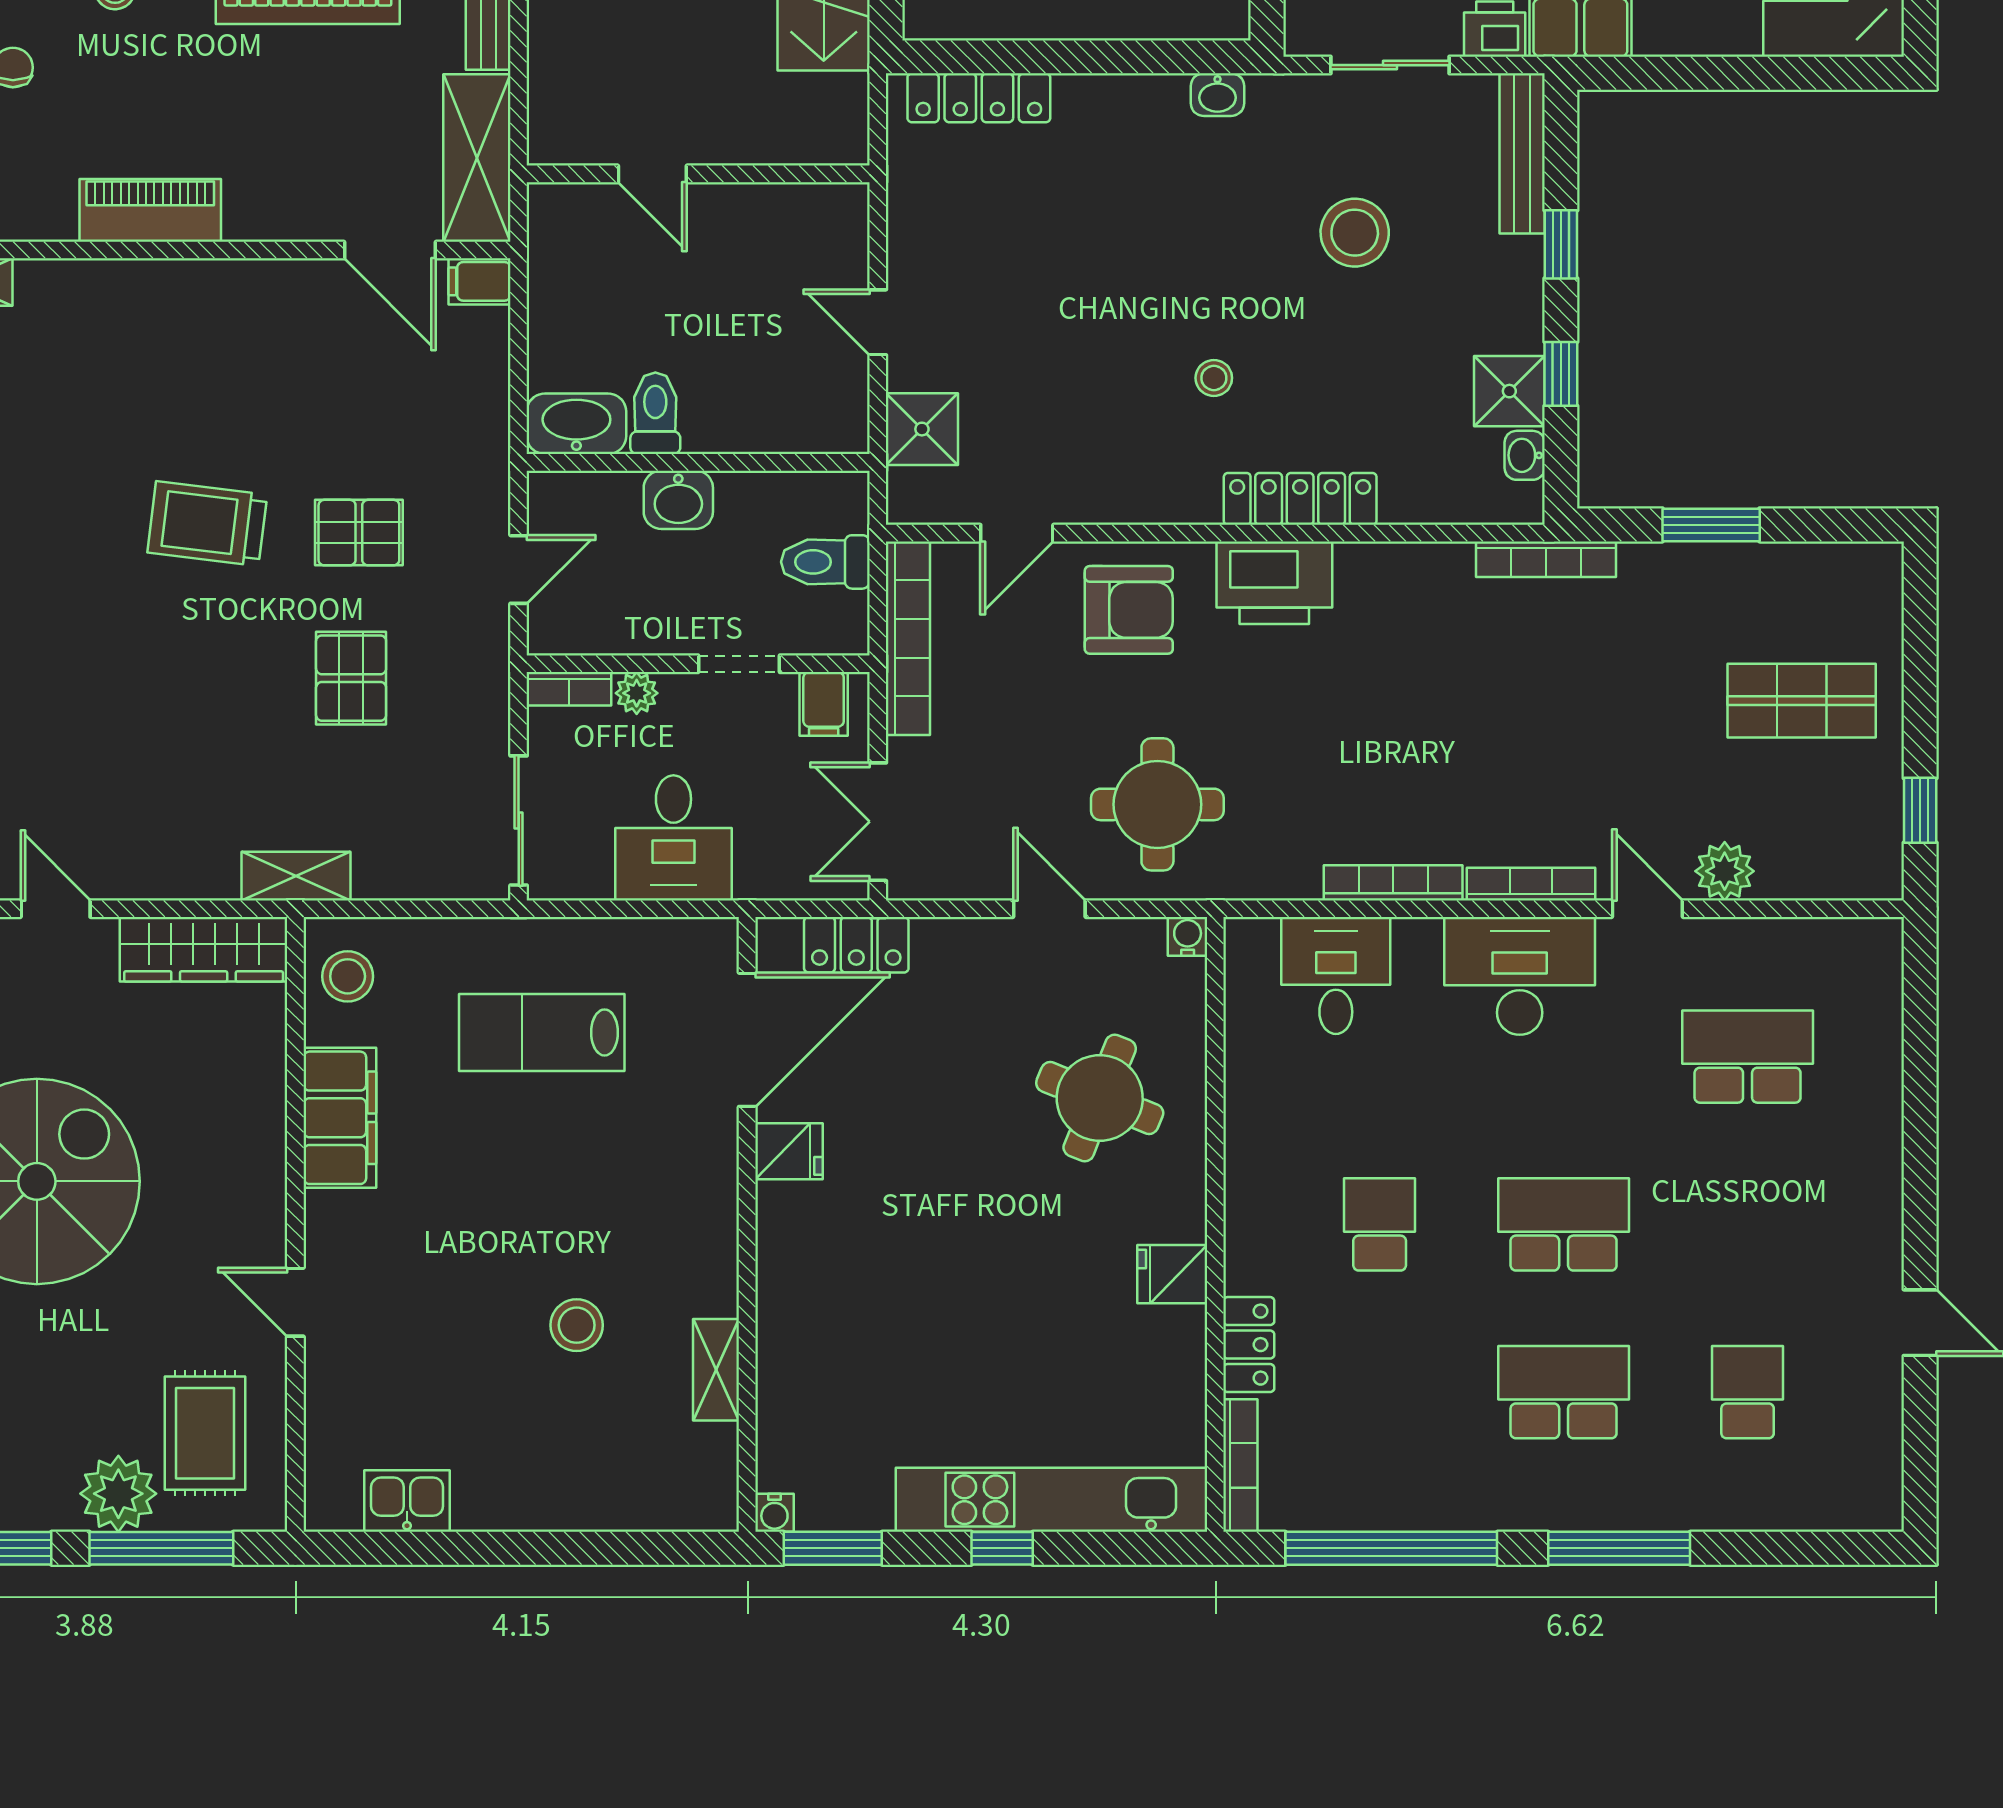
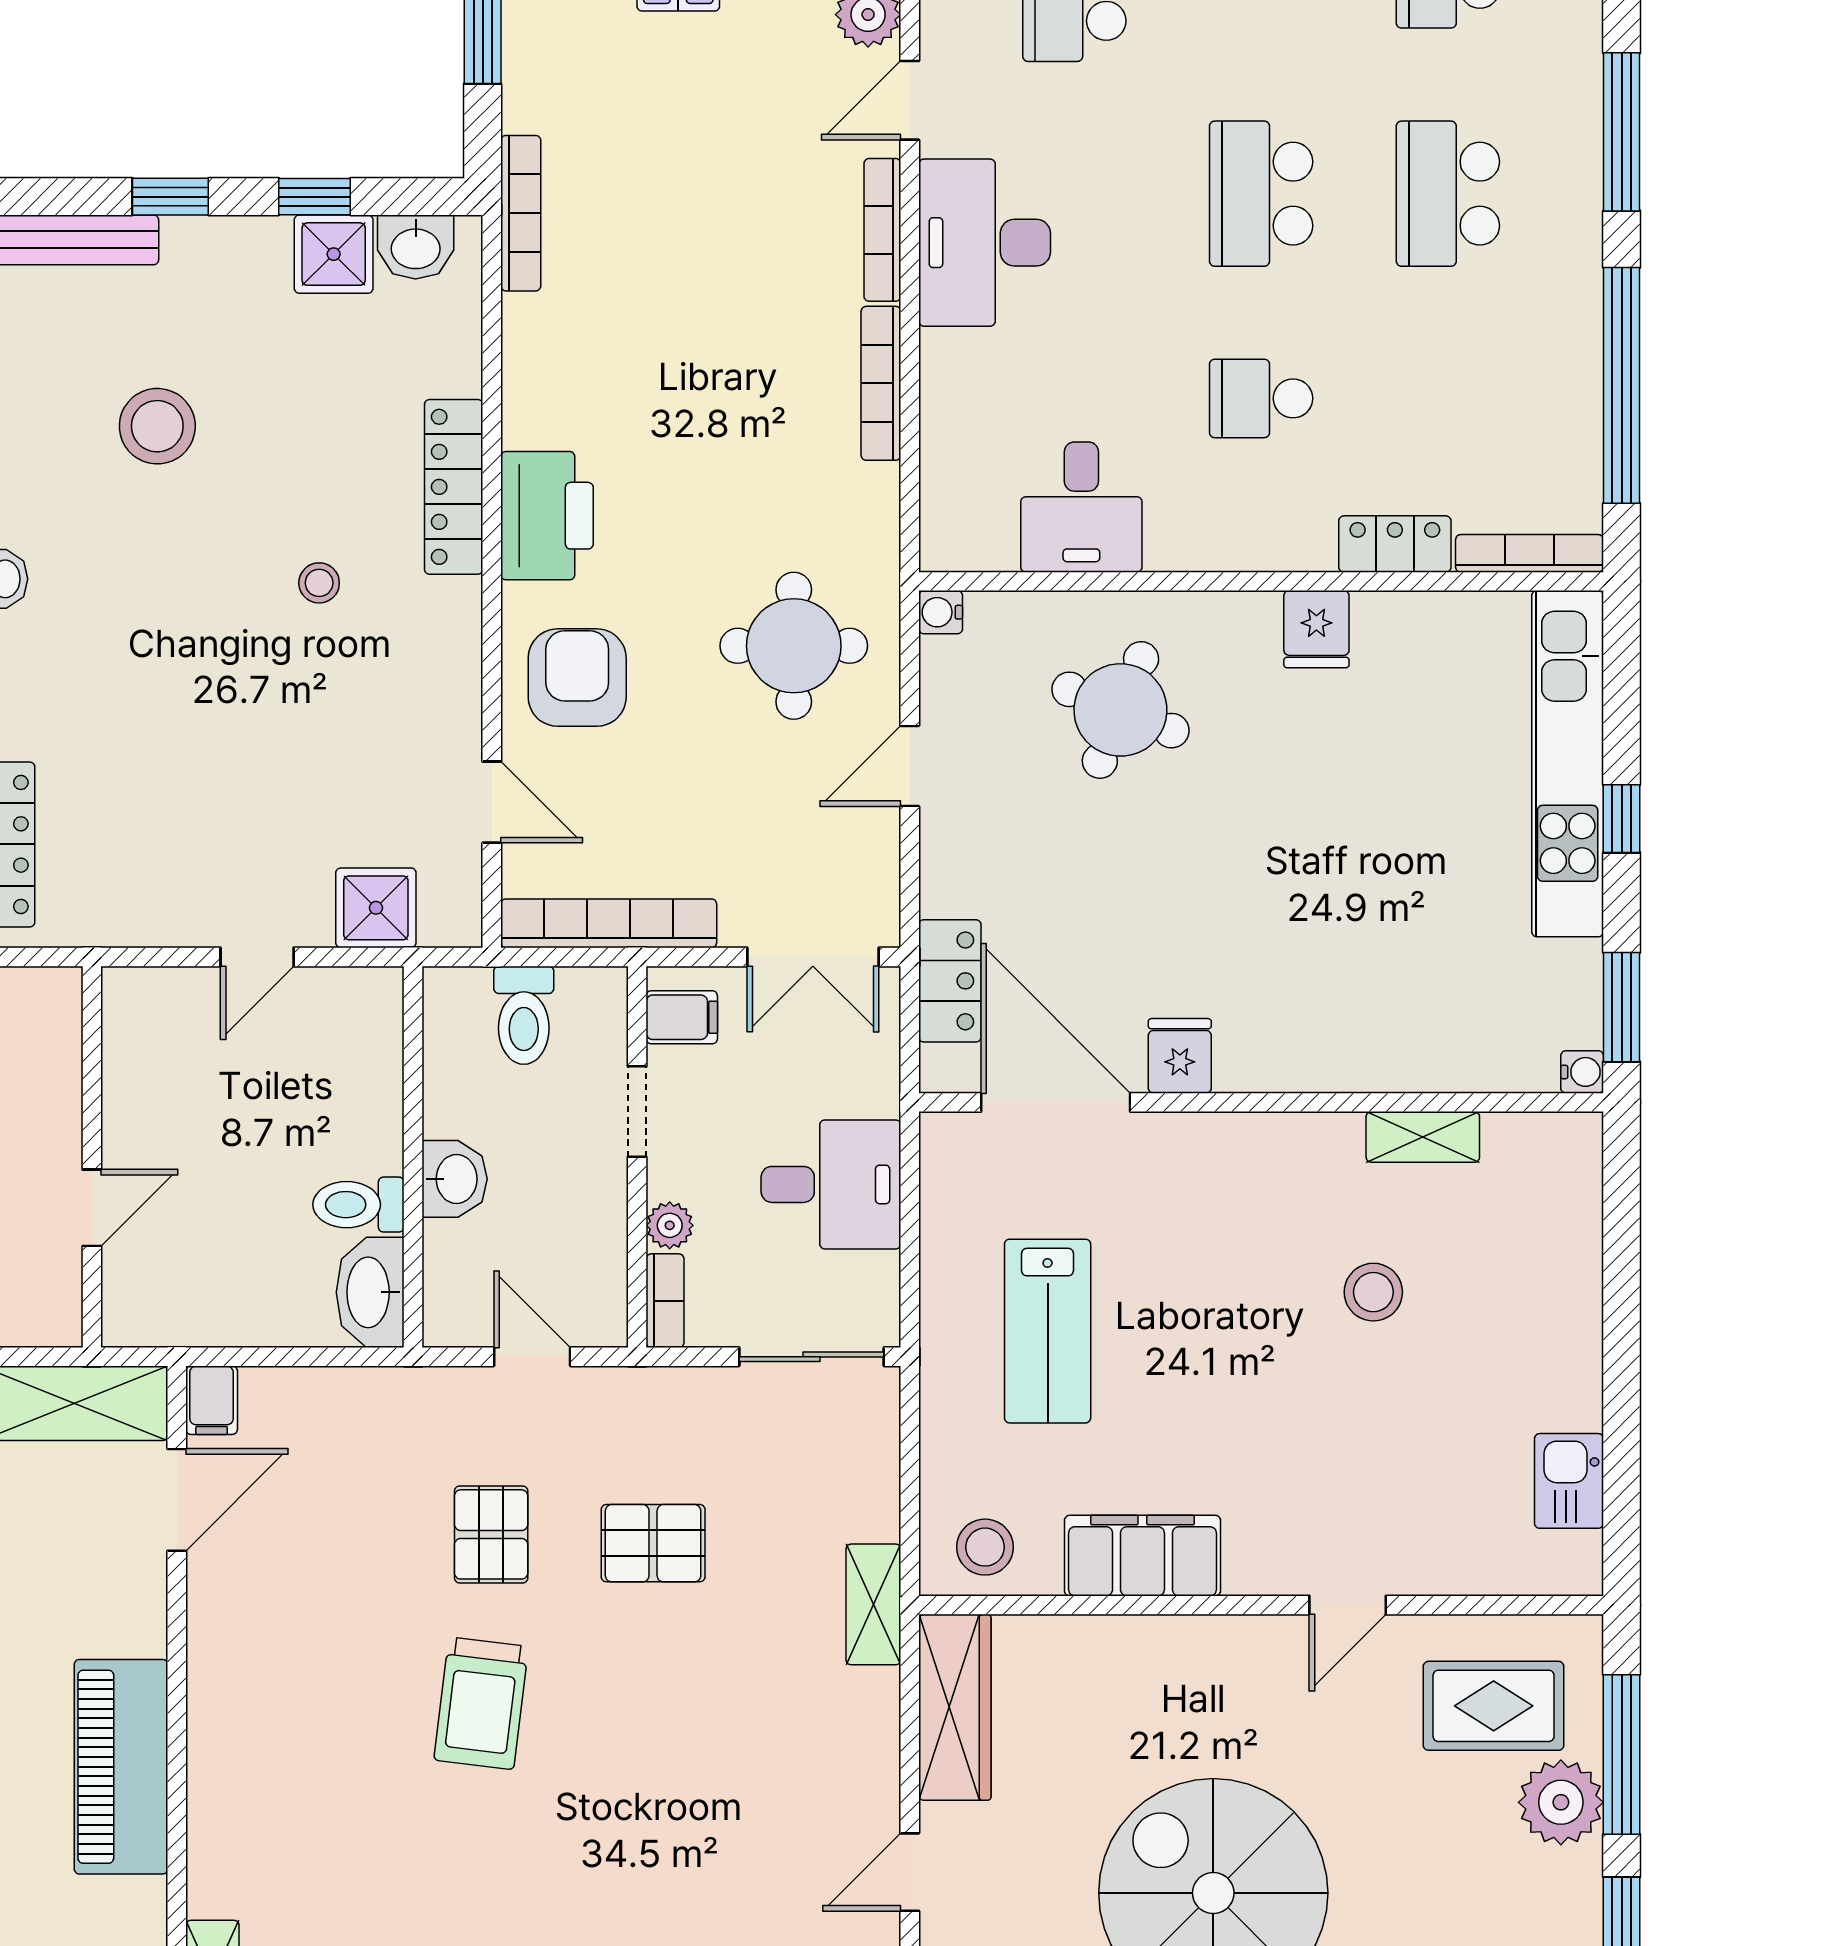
piano: (150, 210) -> (121, 1767), width x1.37, depth x1.33
washbasin: (1525, 455) -> (416, 247), width x1.38, depth x1.45
desk: (1336, 975) -> (1081, 507), moved, turned -90

